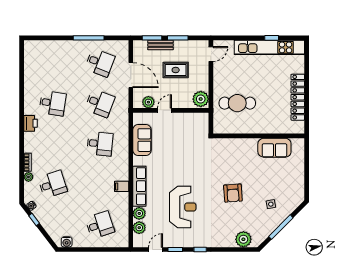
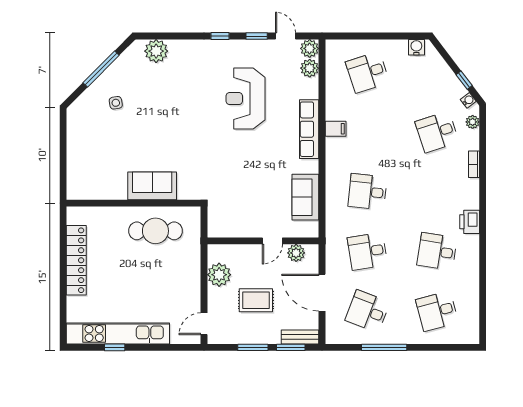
bench: (160, 45) -> (300, 337), moved
desk: (53, 63) -> (437, 311), added
plant: (201, 99) -> (219, 275), moved
desk: (100, 103) -> (368, 251), turned -30
cafe table: (237, 103) -> (155, 231), moved
sofa: (274, 148) -> (152, 186), moved
plant: (28, 177) -> (473, 122), moved
armchair: (233, 193) -> (172, 119), removed
plant: (139, 213) -> (310, 48), moved
door: (156, 250) -> (285, 36), swing flipped

